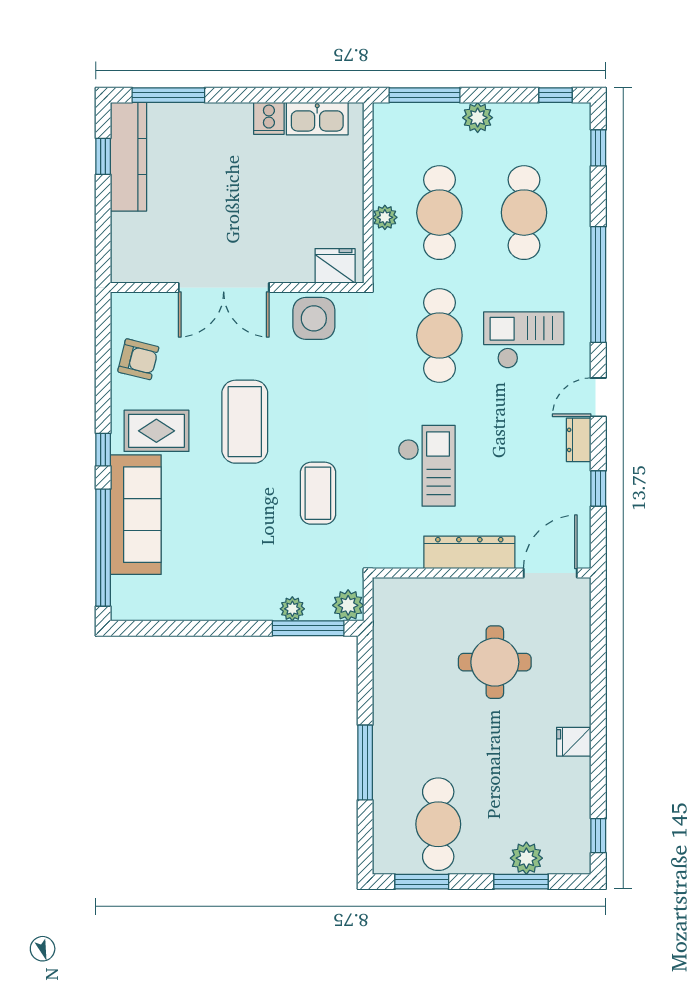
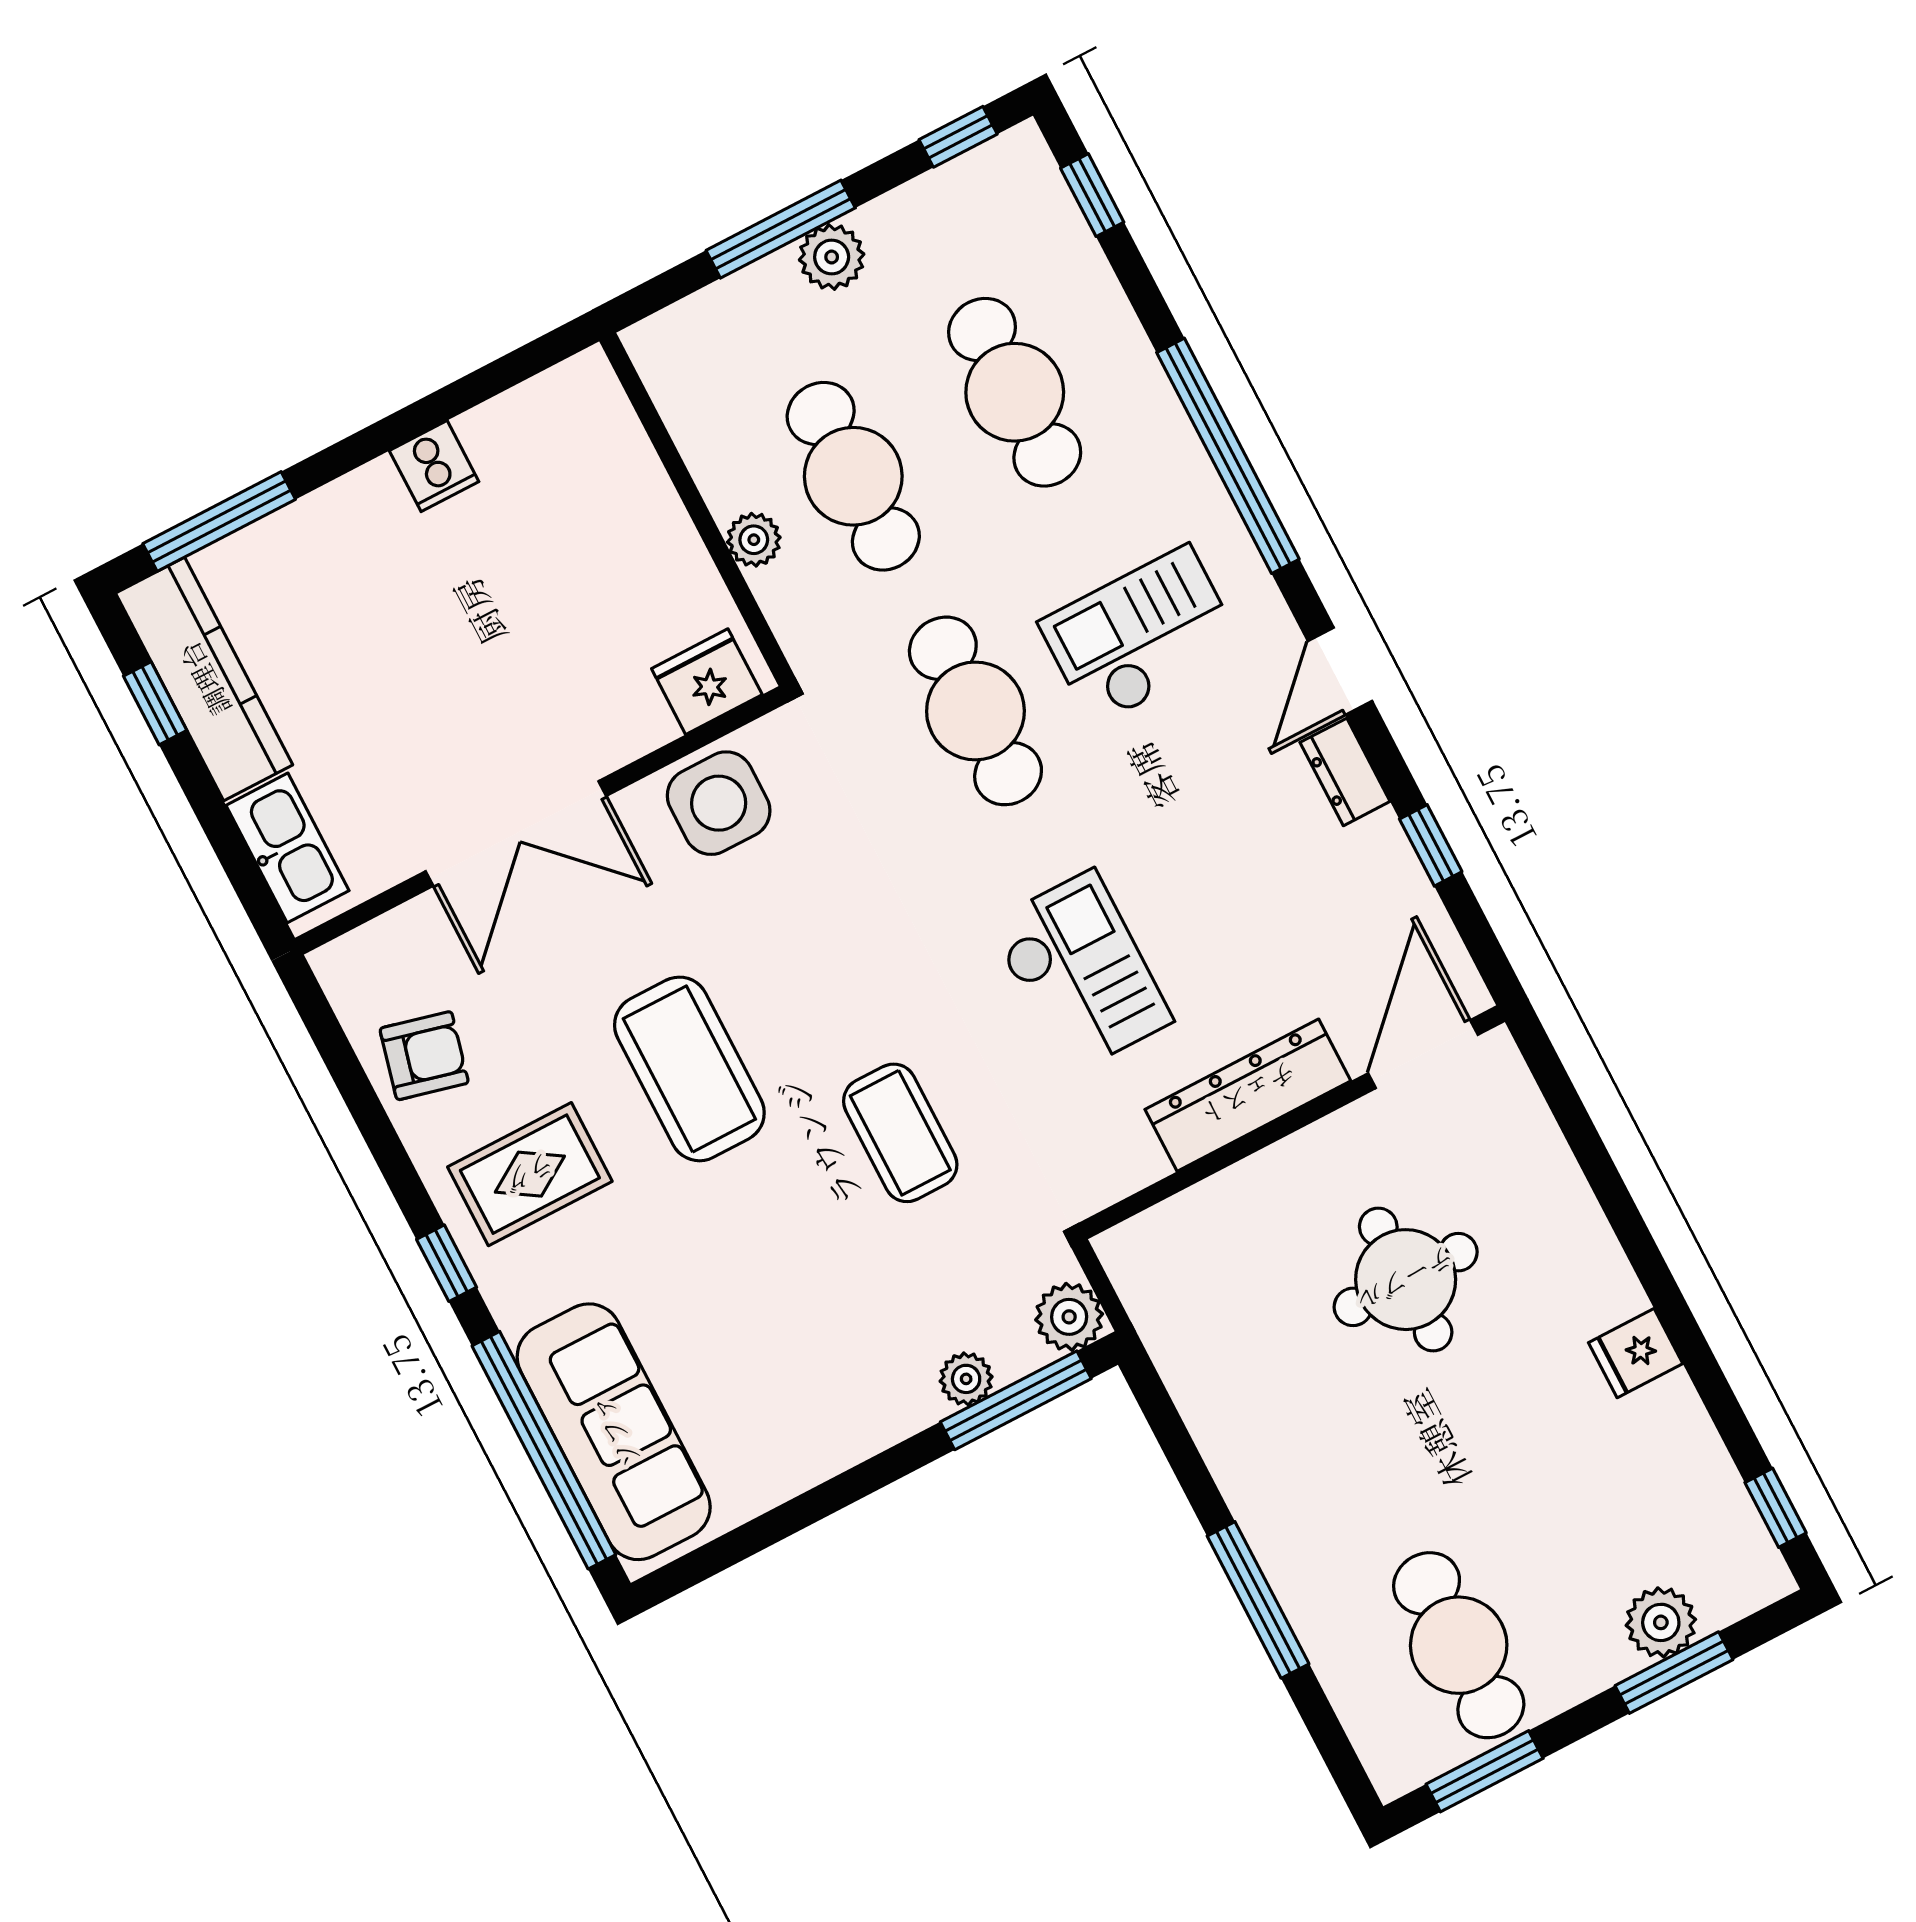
window: (424, 95) -> (781, 229), moved
kitchen sink: (317, 119) -> (288, 848), moved, turned -90
sofa: (136, 515) -> (614, 1432), moved

